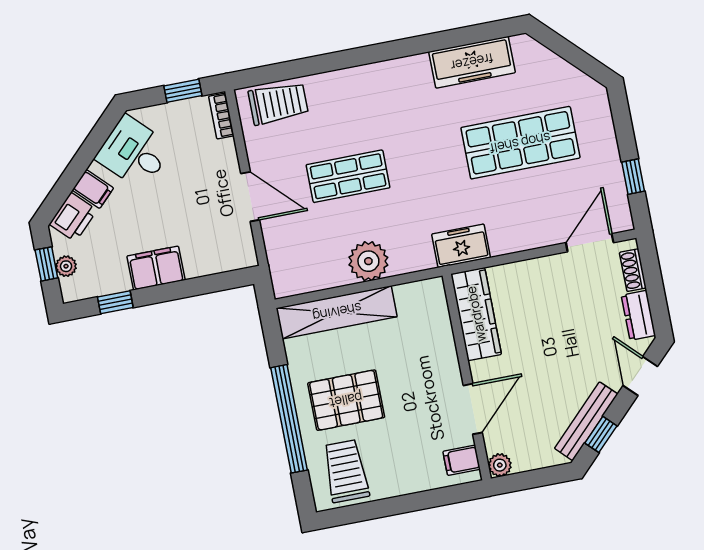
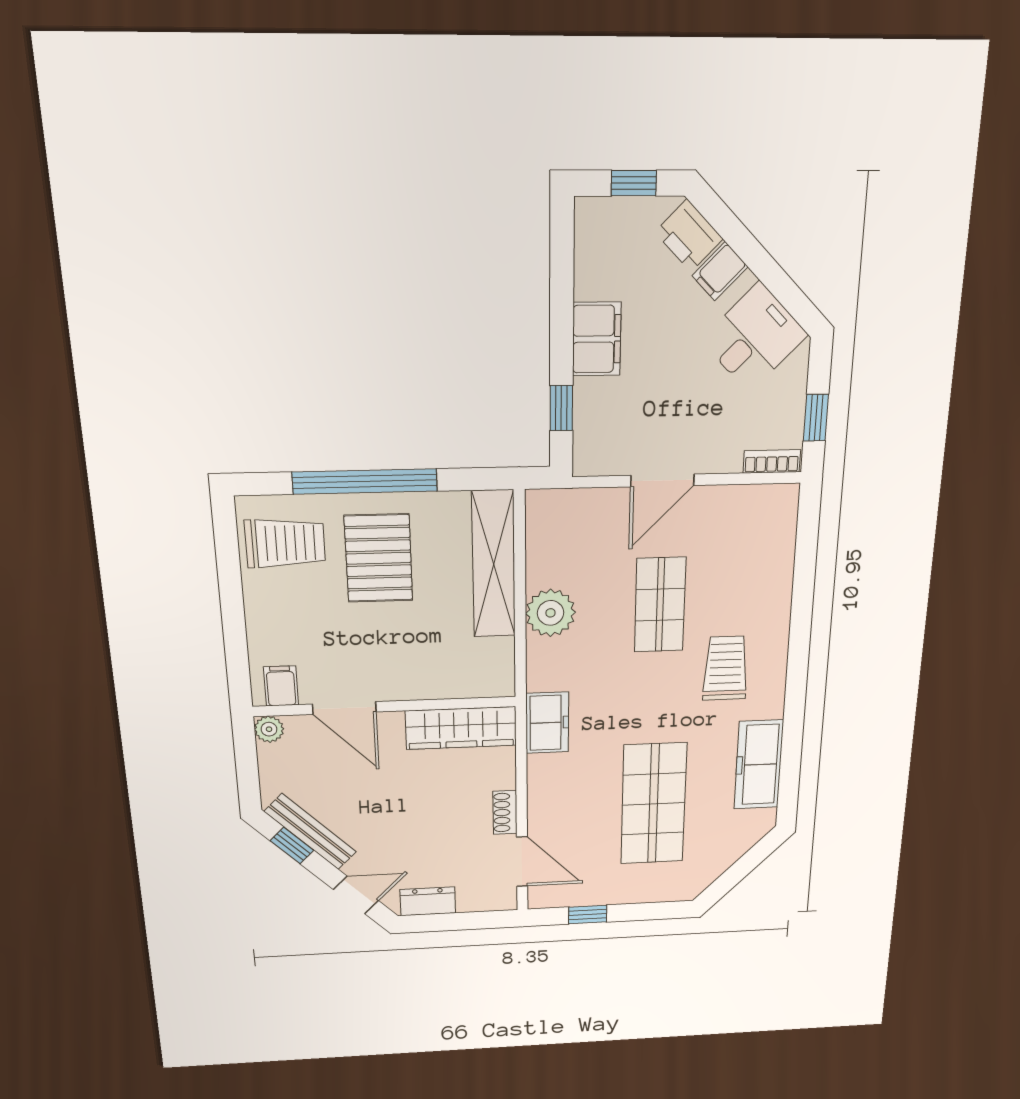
trolley: (278, 103) -> (725, 668), moved, turned 180
plant: (66, 266) -> (625, 211), removed
shoe rack: (633, 270) -> (505, 812), moved, turned -90
window: (115, 302) -> (561, 408), moved

